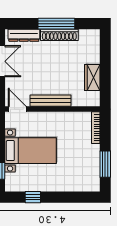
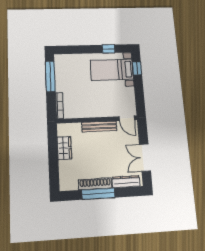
bed with nightstands: (31, 151) -> (112, 70), moved
window: (105, 164) -> (50, 76), width x1.44

